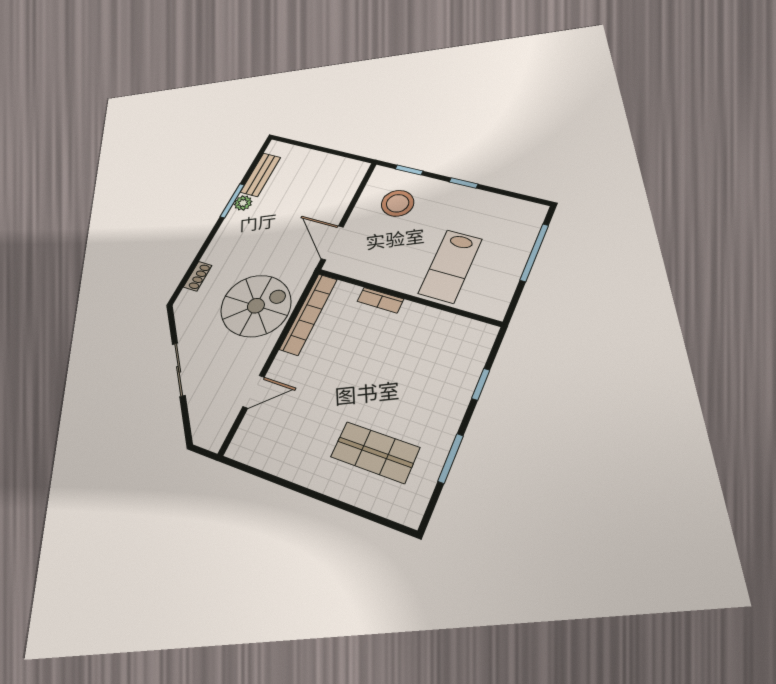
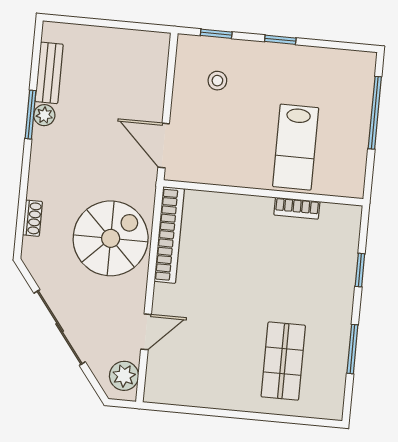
stool: (398, 203) -> (217, 81), width x0.53, depth x0.53
bookcase: (380, 300) -> (297, 208), moved
sliding door: (179, 369) -> (60, 327), width x1.37
plant: (217, 427) -> (124, 376), added
shop shelf: (375, 452) -> (283, 361), turned 90

